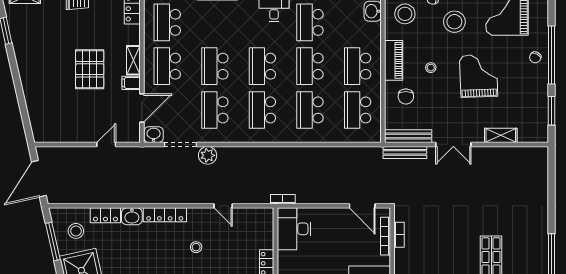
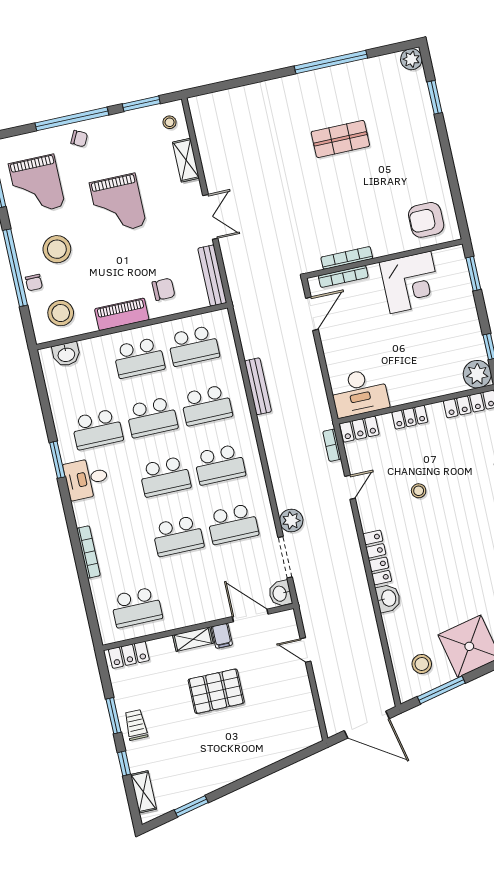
school desk: (167, 66) -> (191, 595), removed
stool: (431, 68) -> (170, 122), moved
grand piano: (479, 76) -> (118, 204), turned -88
bench: (405, 152) -> (258, 386), moved
bookcase: (283, 199) -> (332, 445), moved
locker: (105, 215) -> (359, 429), moved, turned 90
bookcase: (399, 235) -> (347, 258), width x1.56
stool: (196, 247) -> (419, 491), moved

